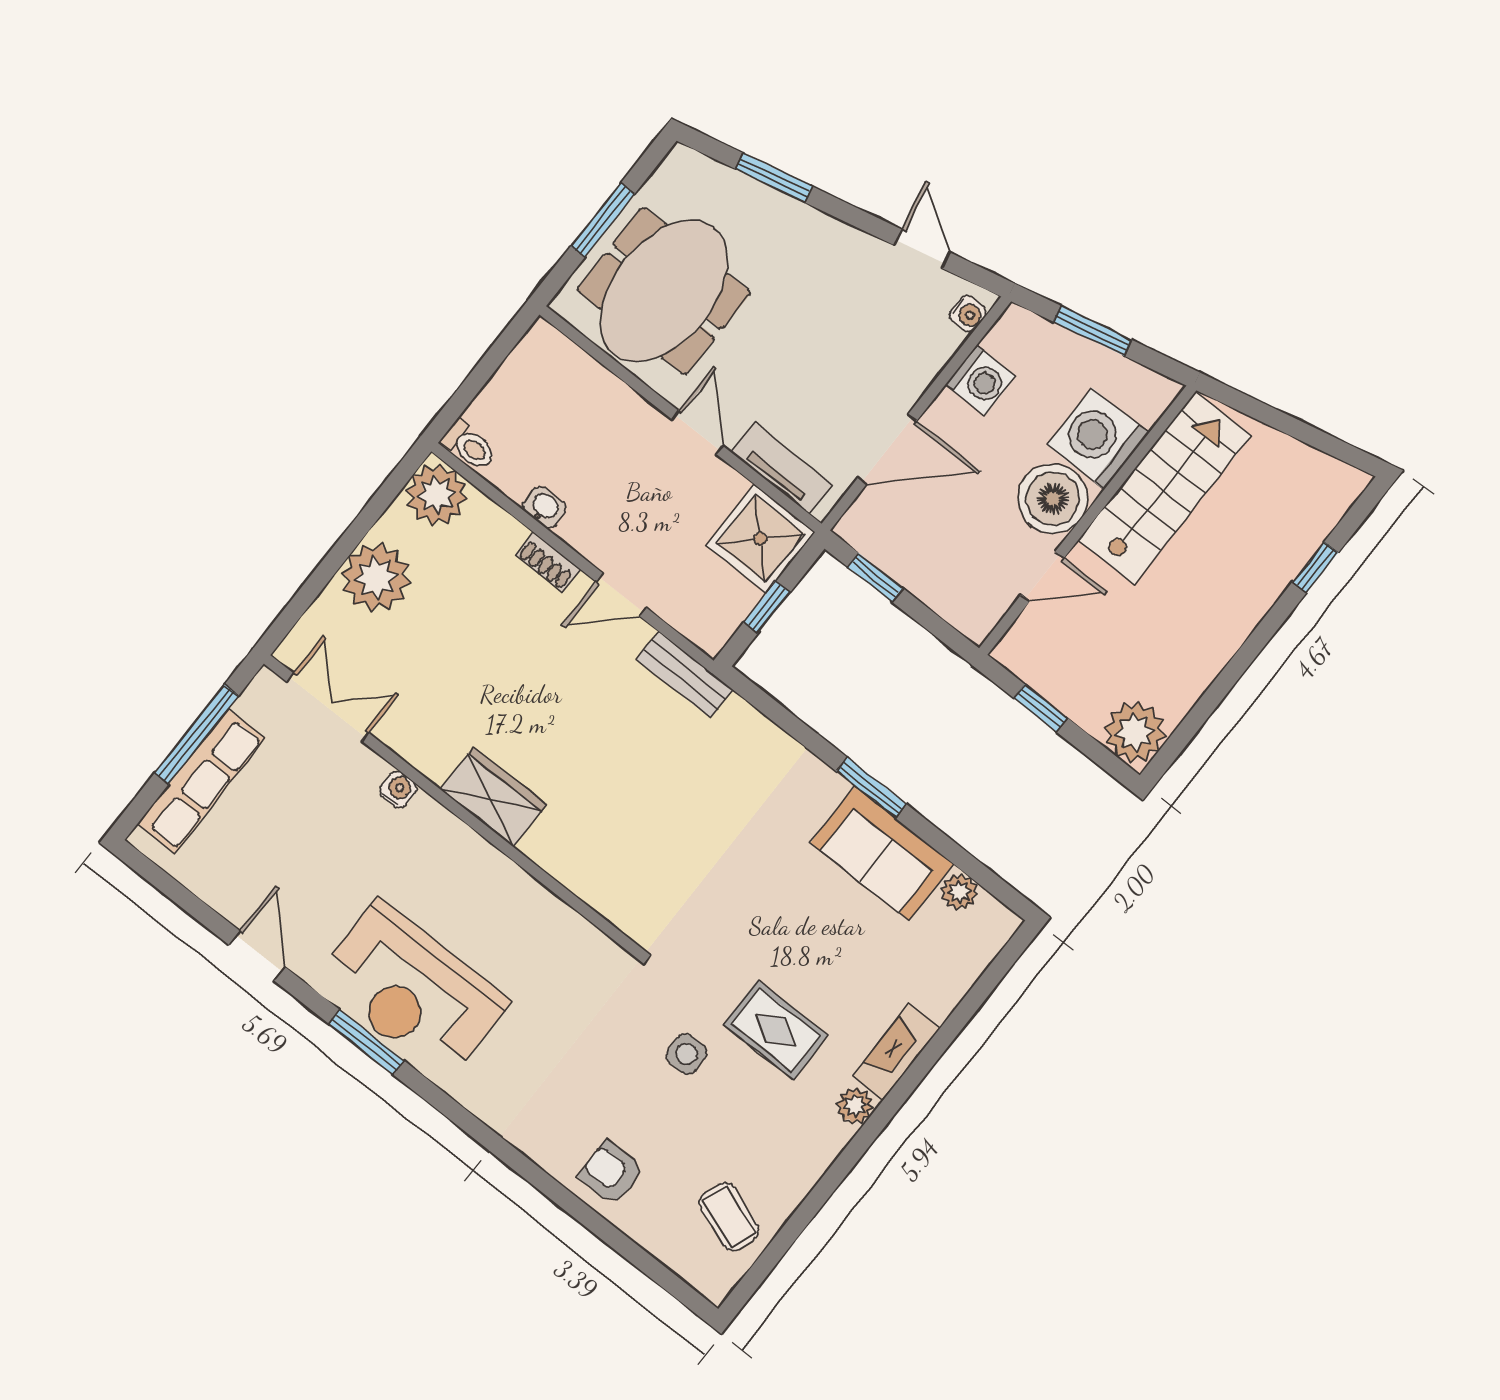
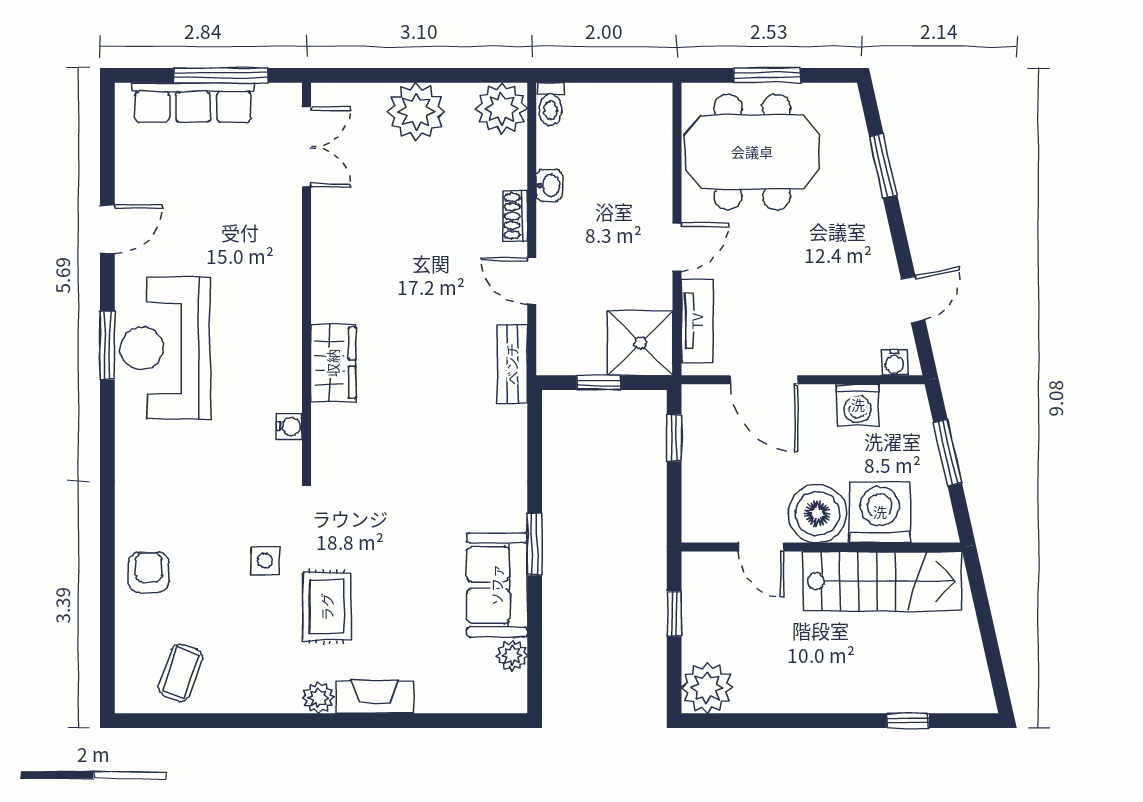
water cooler: (398, 790) -> (289, 426), moved
wardrobe: (493, 797) -> (333, 363), moved

